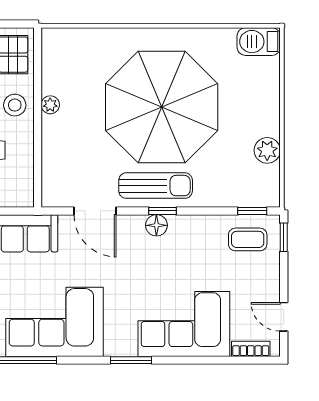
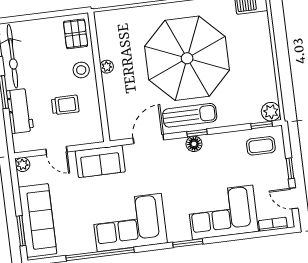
plant: (267, 150) -> (271, 112), moved
door: (95, 211) -> (148, 139), swing flipped
window: (284, 237) -> (290, 168), moved

